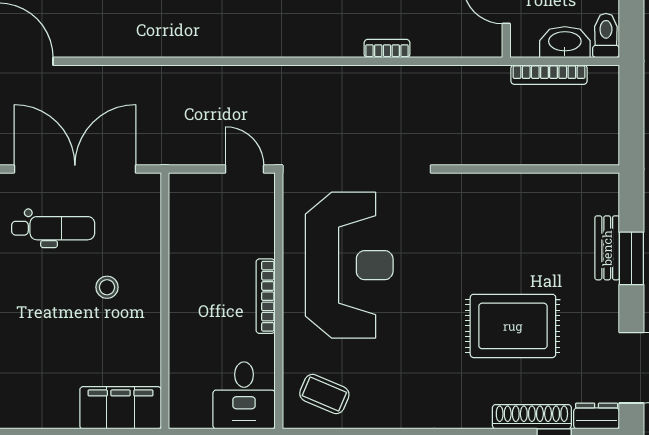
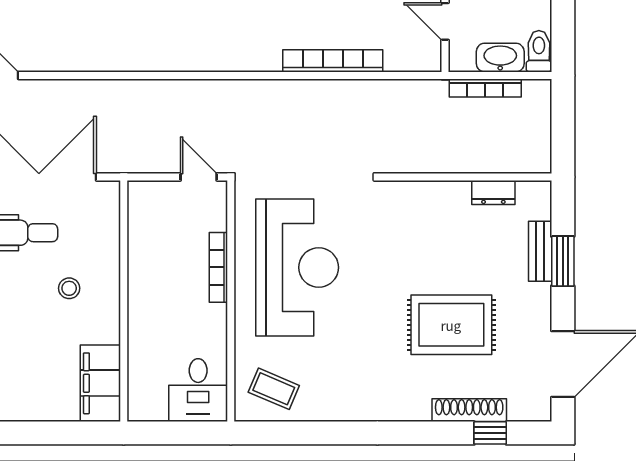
bookcase: (387, 48) -> (333, 61), width x2.31, depth x1.31
bookcase: (266, 296) -> (218, 267), moved
filing cabinet: (121, 408) -> (100, 383), moved, turned -90
dresser: (597, 416) -> (493, 192), moved, turned 180

